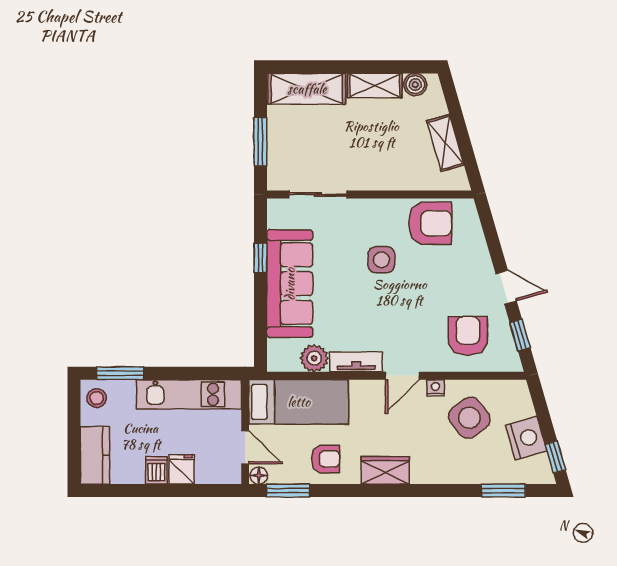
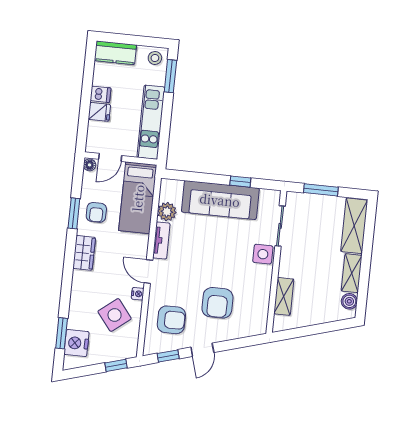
shelving: (445, 143) -> (284, 296), moved, turned -74
armchair: (430, 223) -> (217, 303), moved
side table: (381, 260) -> (263, 254), moved
nightstand: (526, 438) -> (76, 343), moved, turned 106
window: (555, 457) -> (116, 365), moved
window: (288, 491) -> (74, 213), moved

